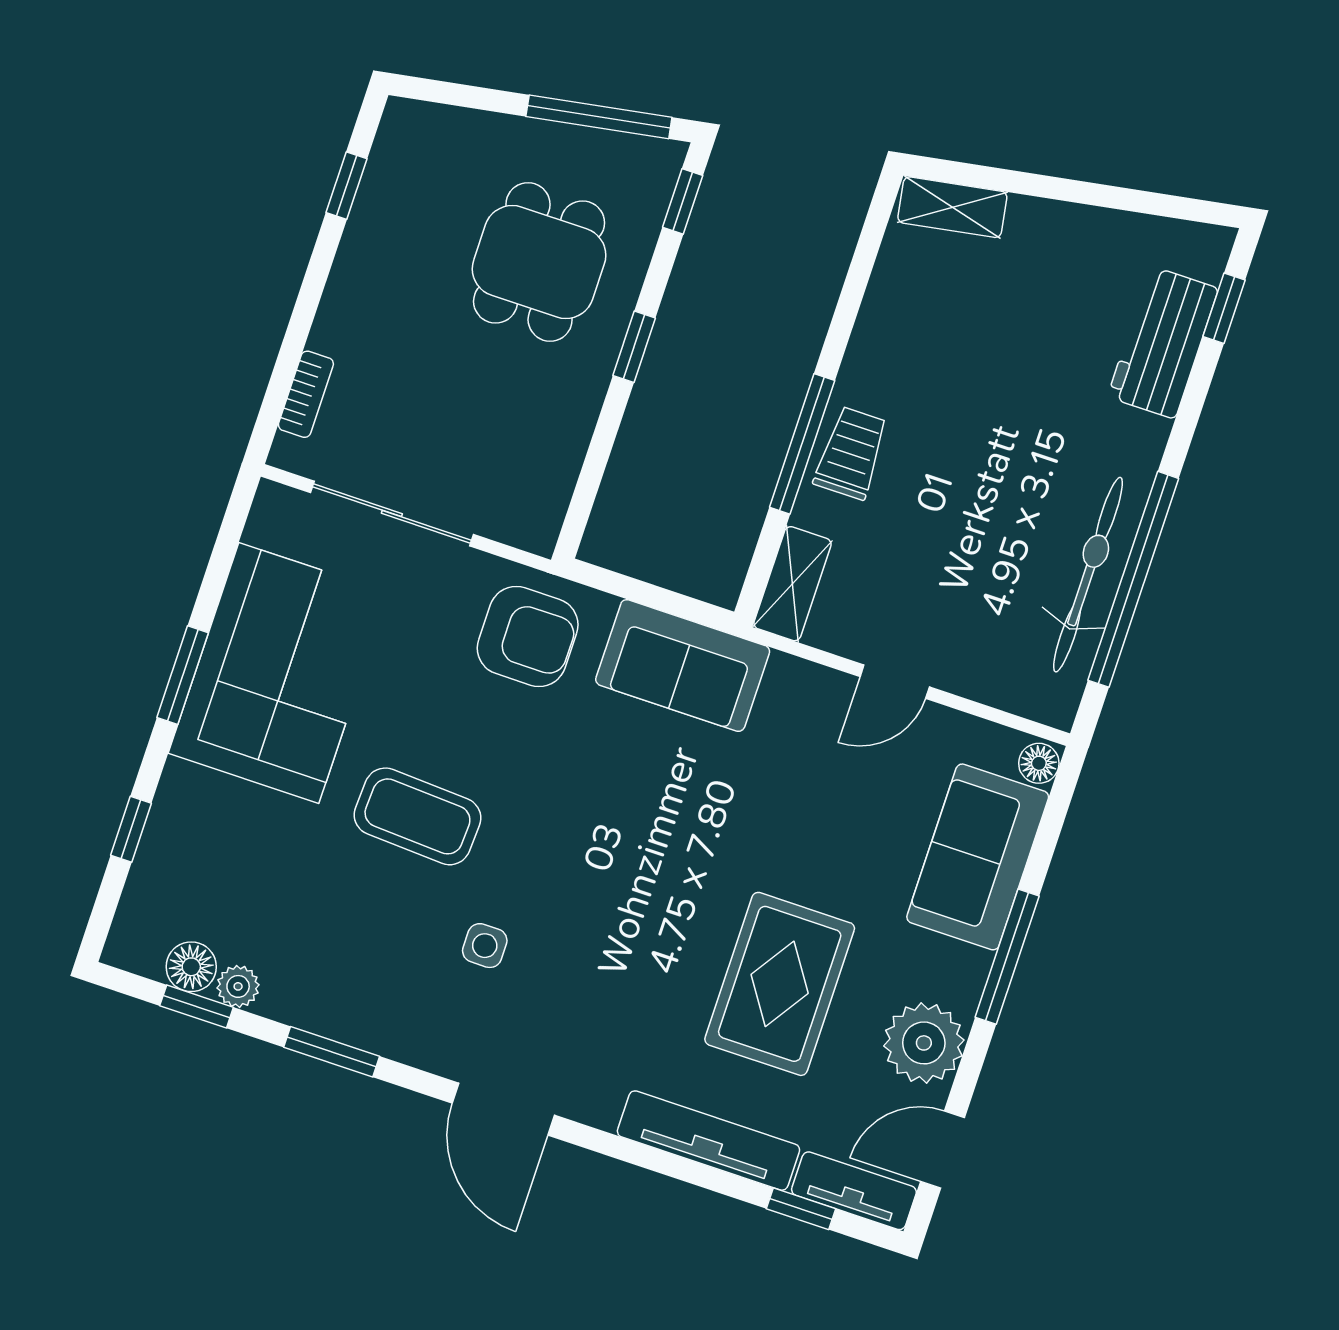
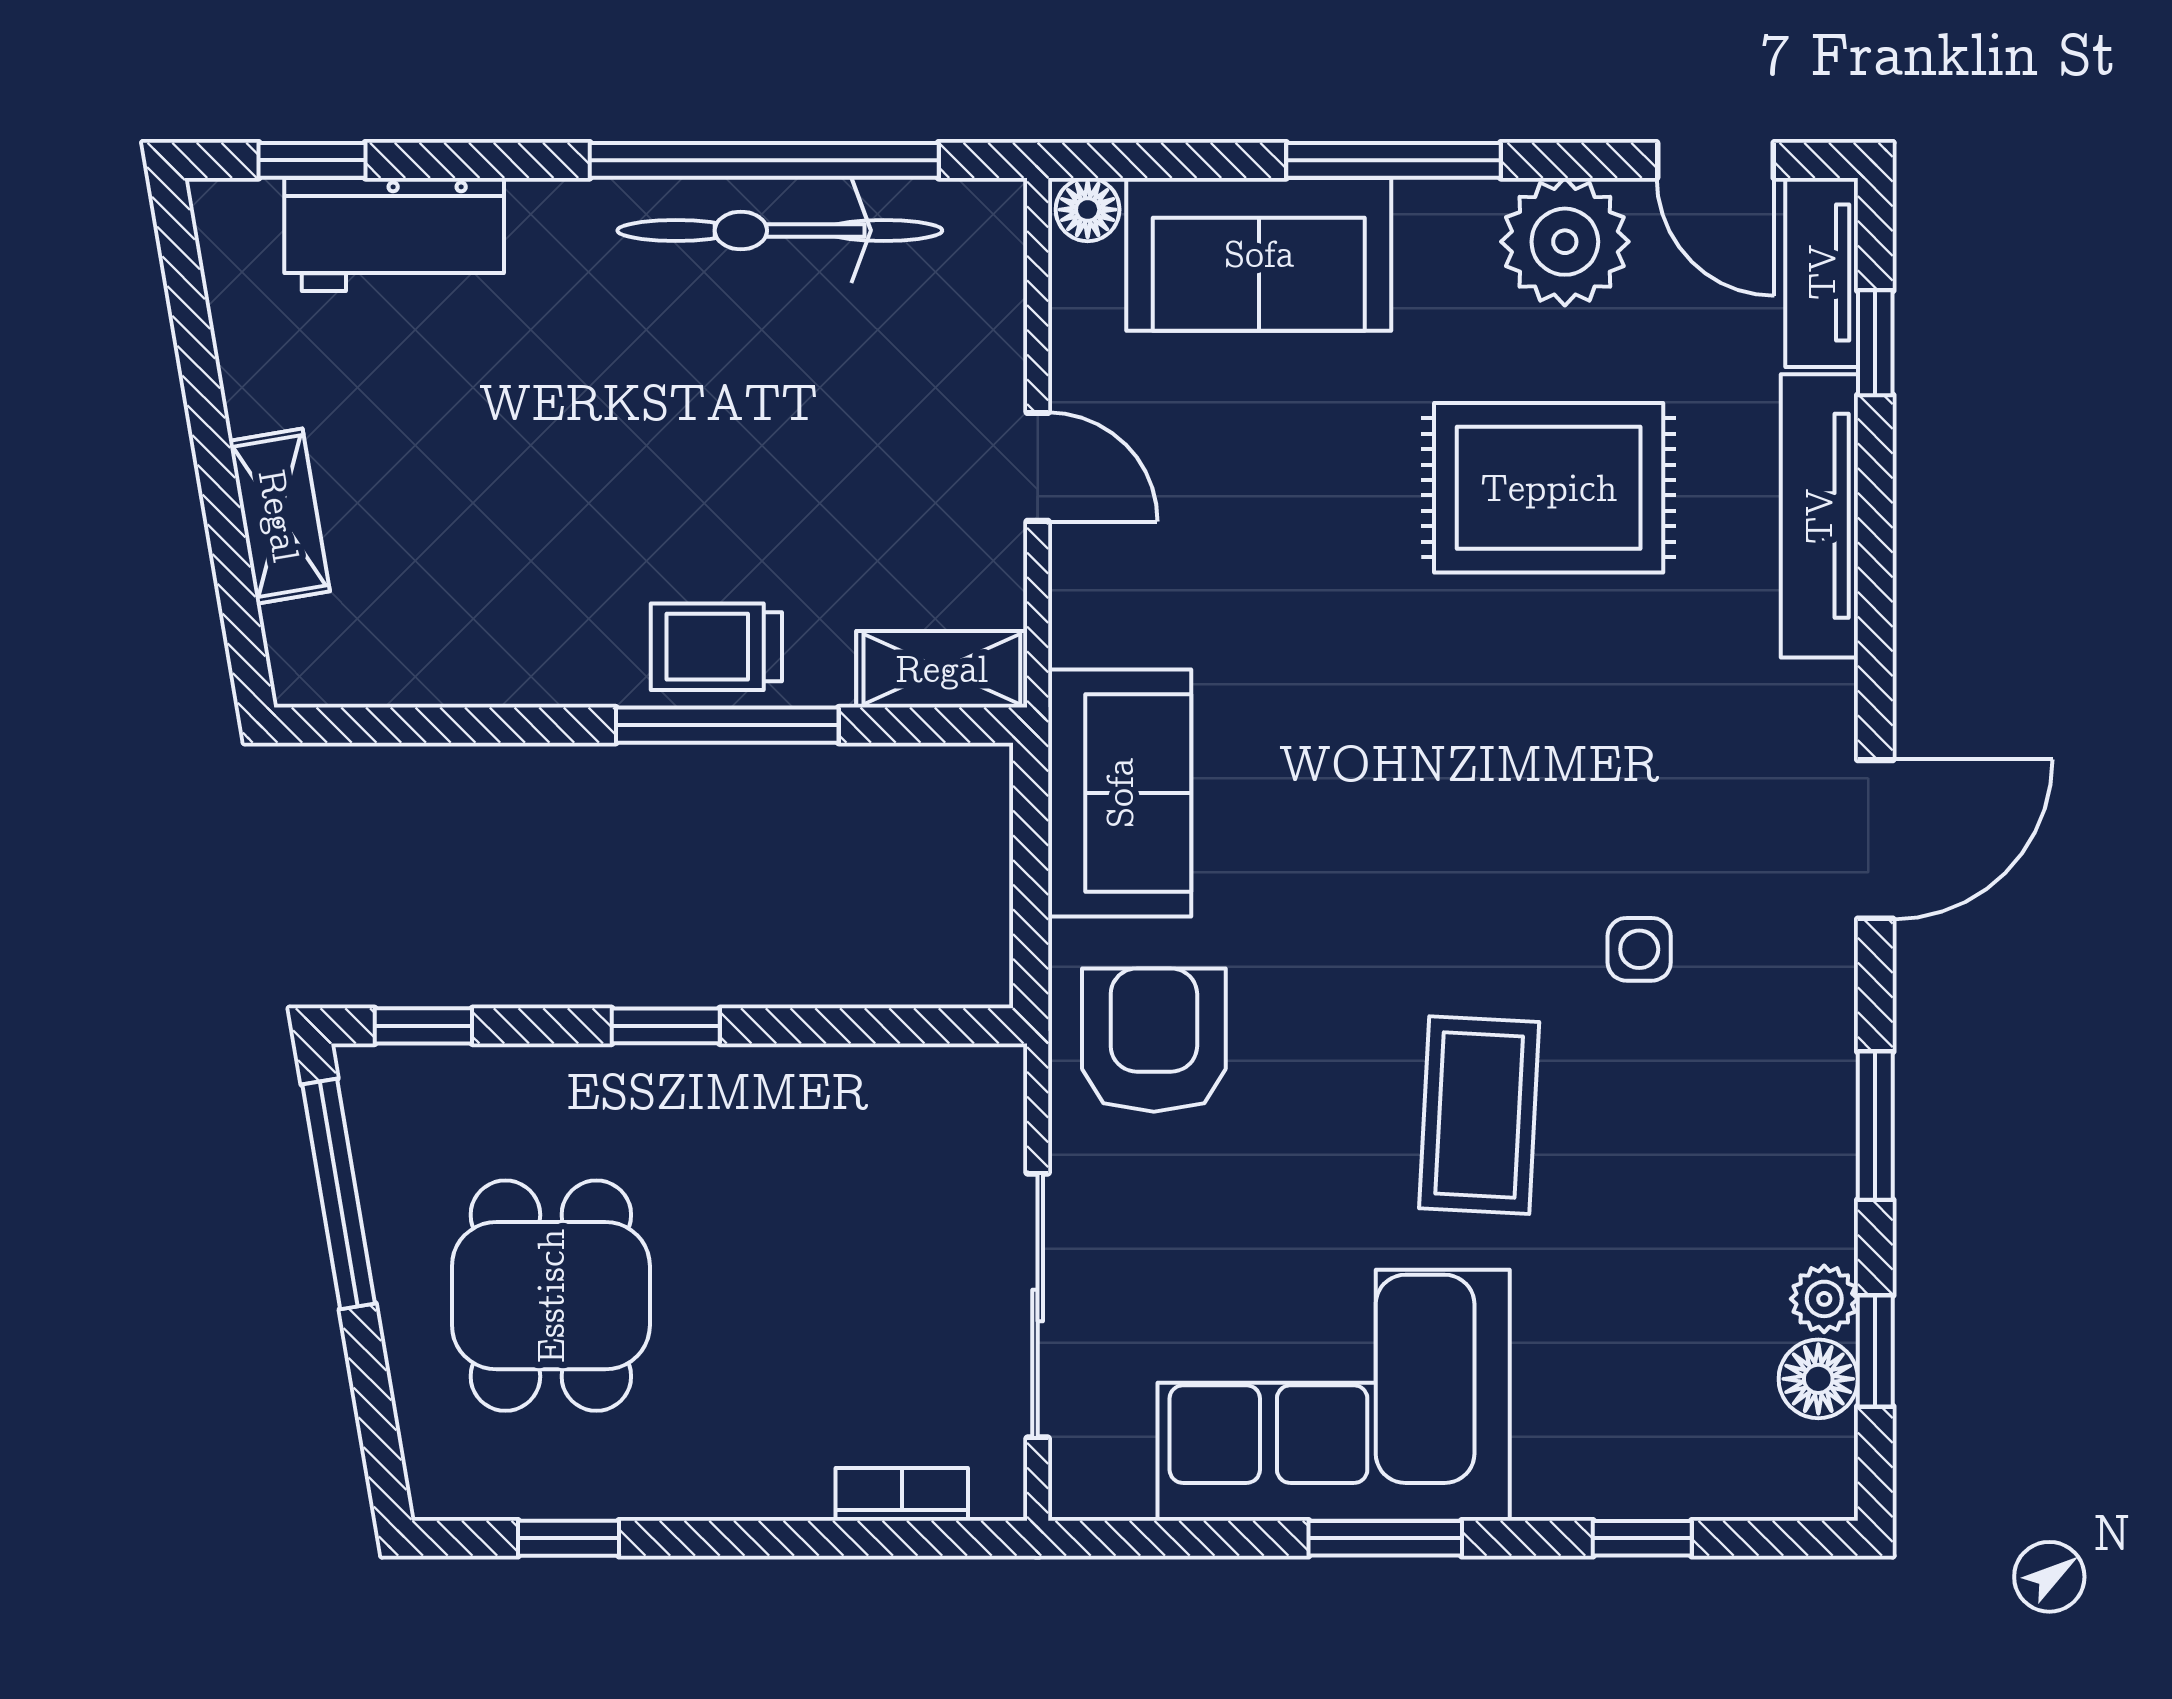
shelving: (952, 207) -> (279, 516), moved
dining table: (539, 262) -> (551, 1296), moved, turned 90

